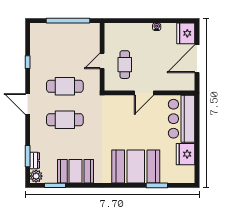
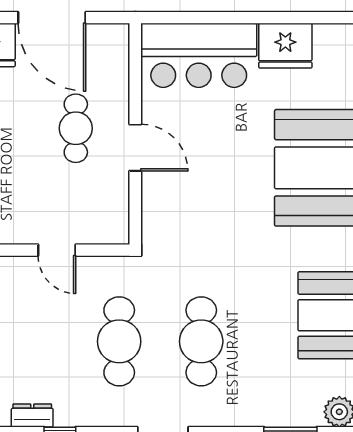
cafe table: (125, 65) -> (76, 128), moved, turned 90
dresser: (35, 160) -> (32, 415), moved

